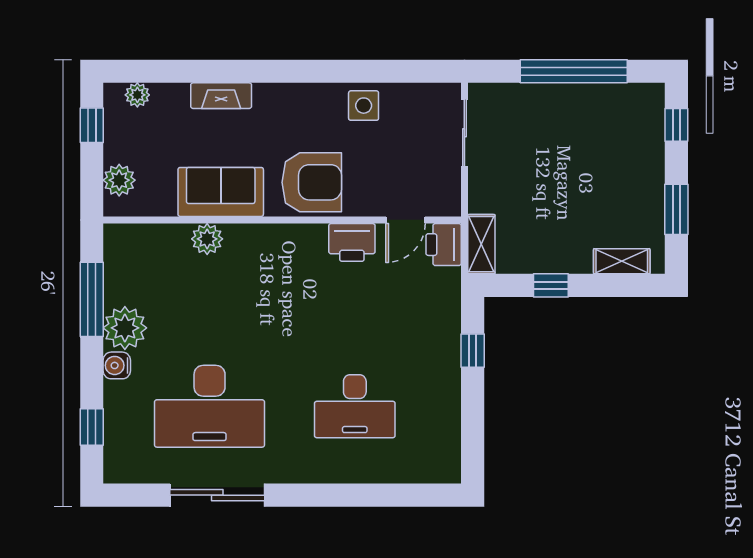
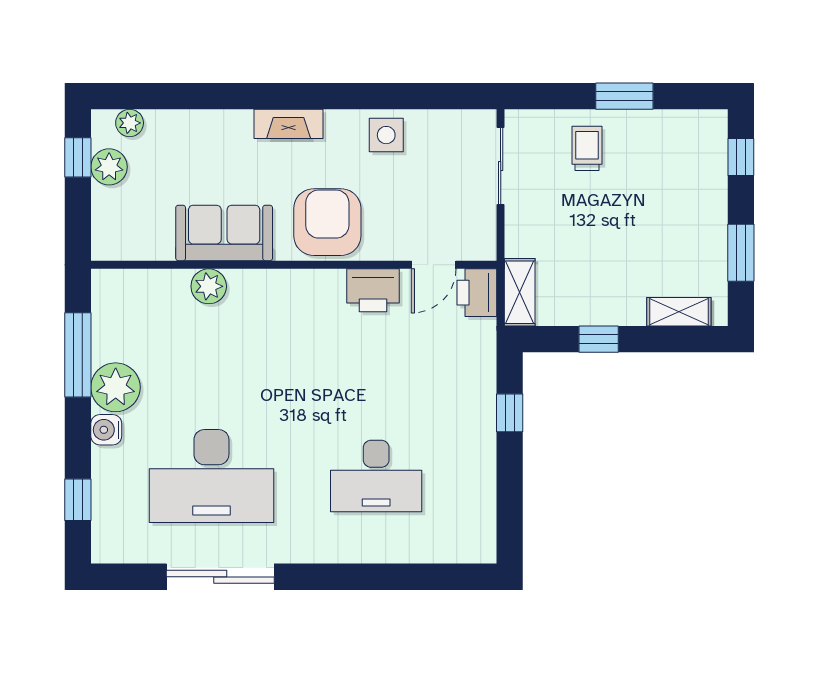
window: (574, 71) -> (624, 96), width x0.47
fireplace: (221, 96) -> (289, 124), moved
trolley: (541, 117) -> (587, 148), added
plant: (119, 180) -> (109, 167), moved
armchair: (312, 182) -> (327, 222), turned -90

